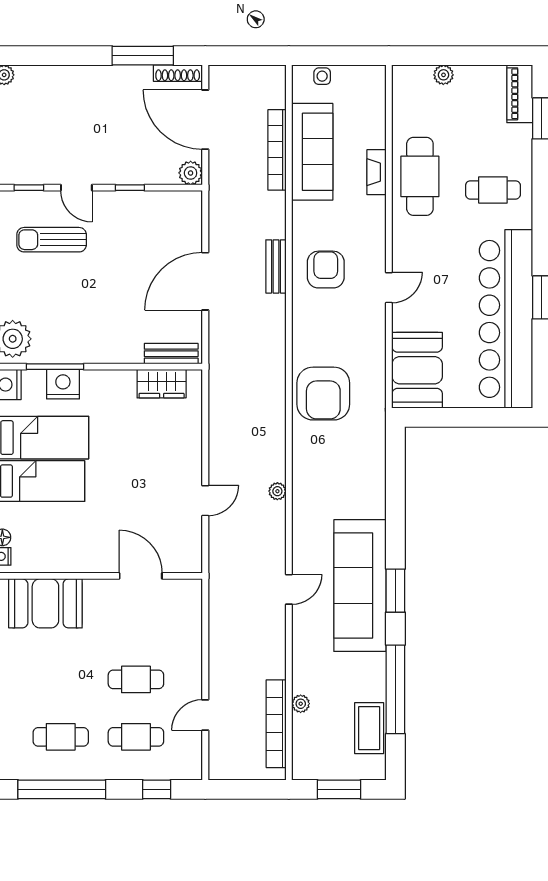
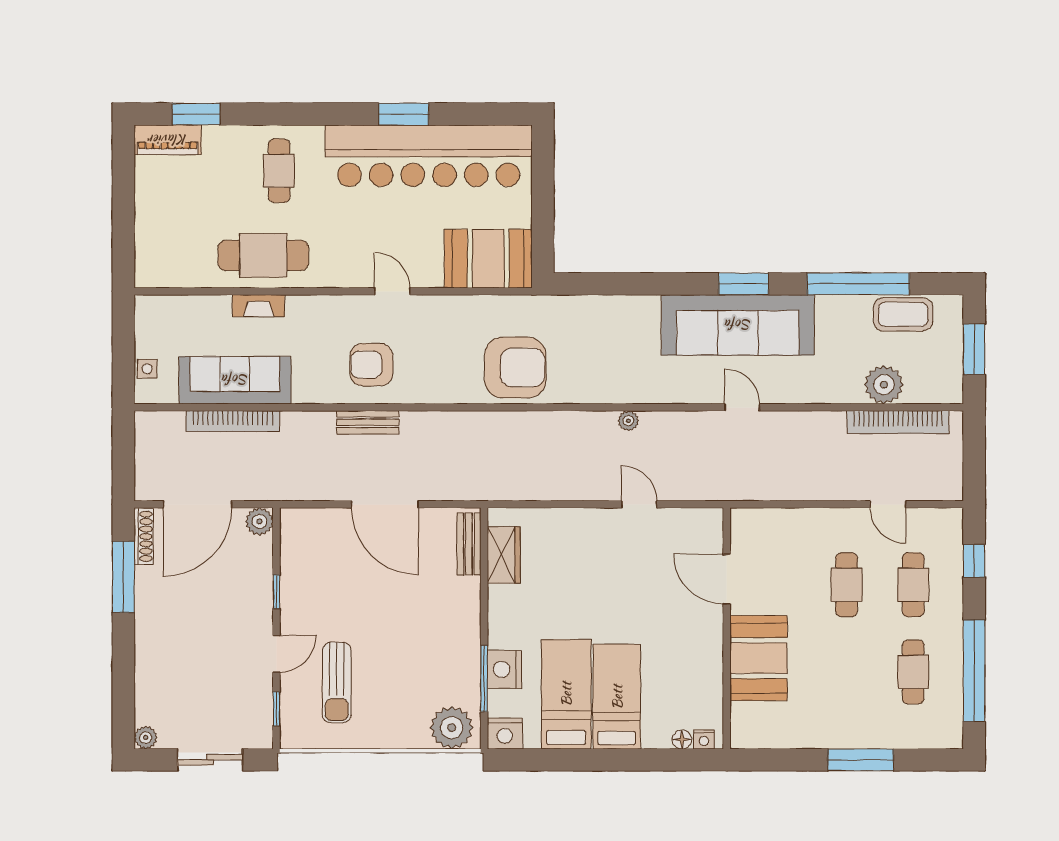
plant: (443, 75) -> (146, 228), removed
door: (141, 576) -> (727, 579), hinge flipped
booth: (45, 603) -> (758, 658), moved
plant: (301, 704) -> (884, 385), width x1.88, depth x1.88

